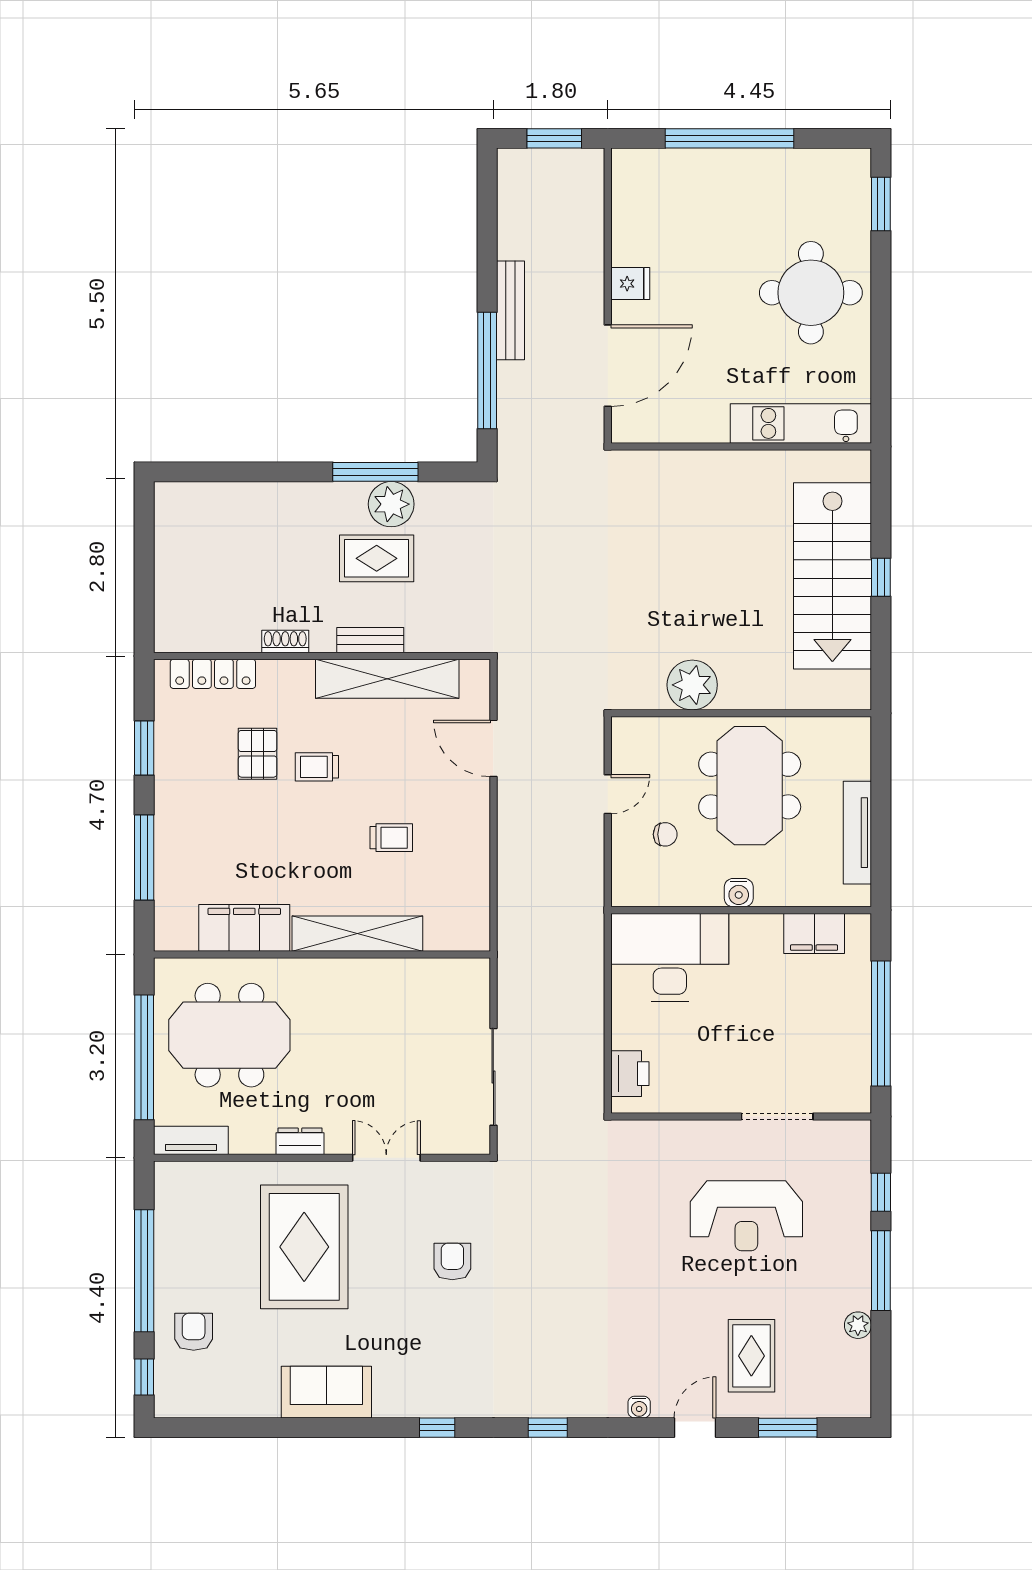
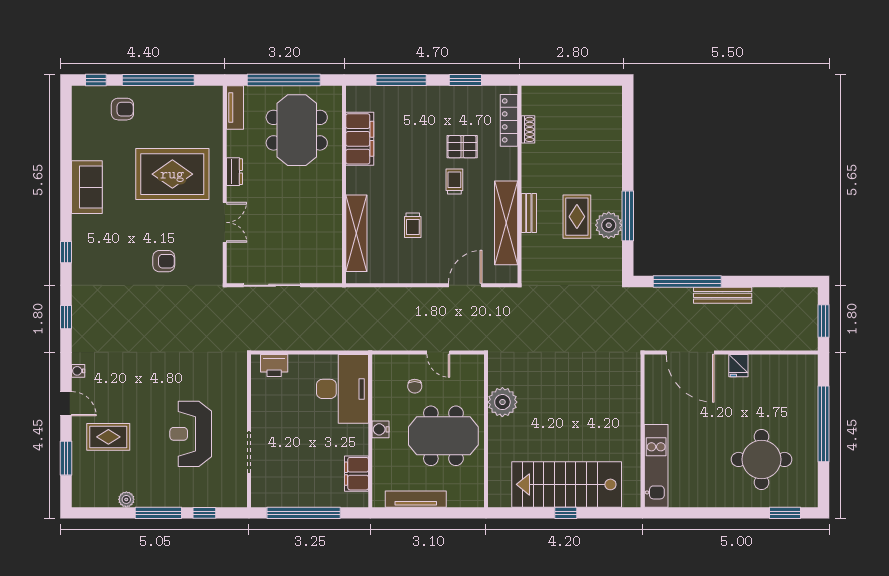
round table: (811, 293) -> (761, 459), moved
shoe rack: (285, 642) -> (528, 129), moved
shelving: (357, 934) -> (356, 233), moved

